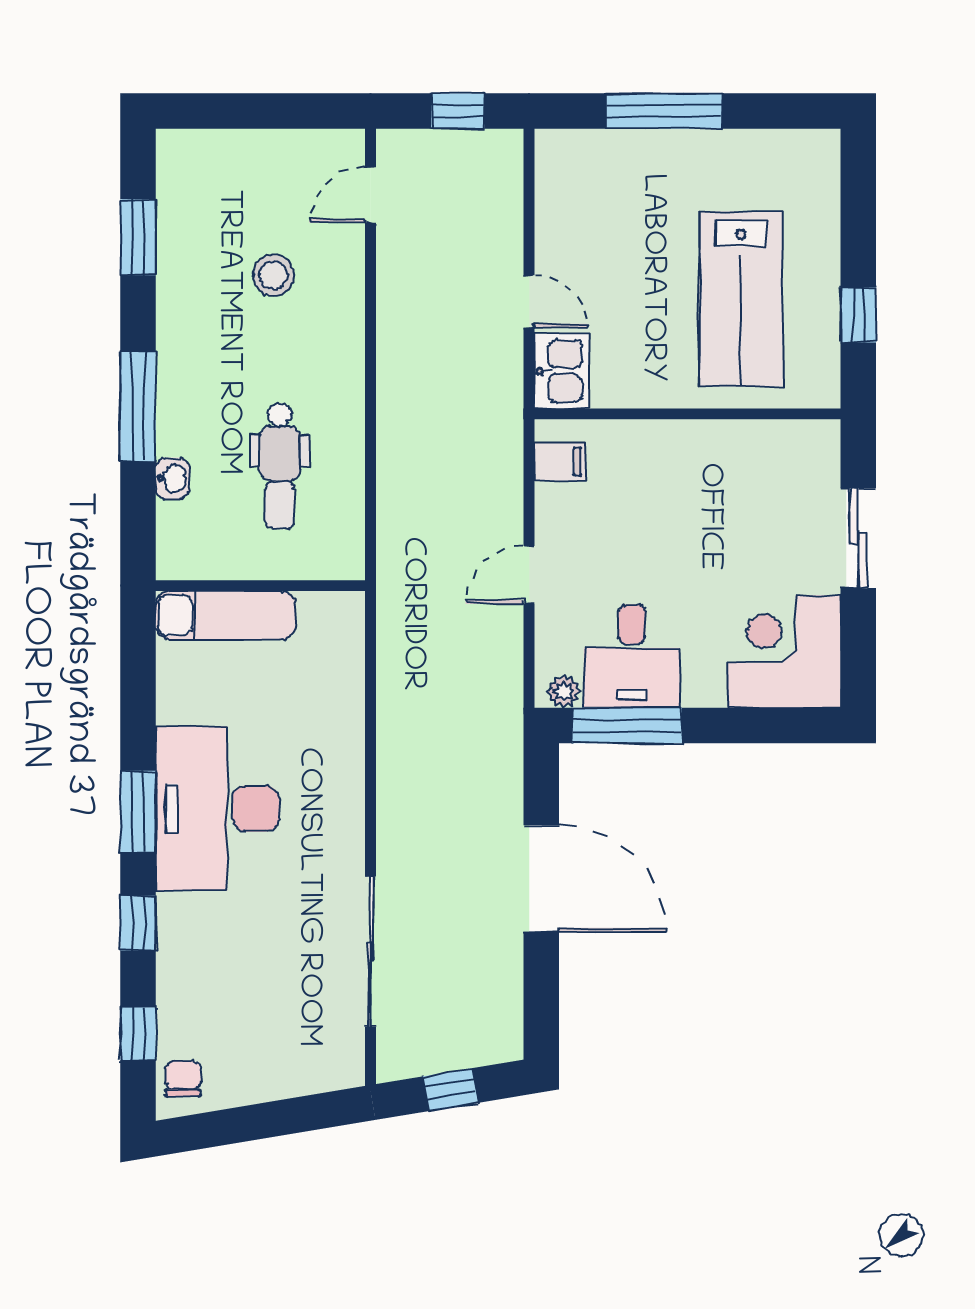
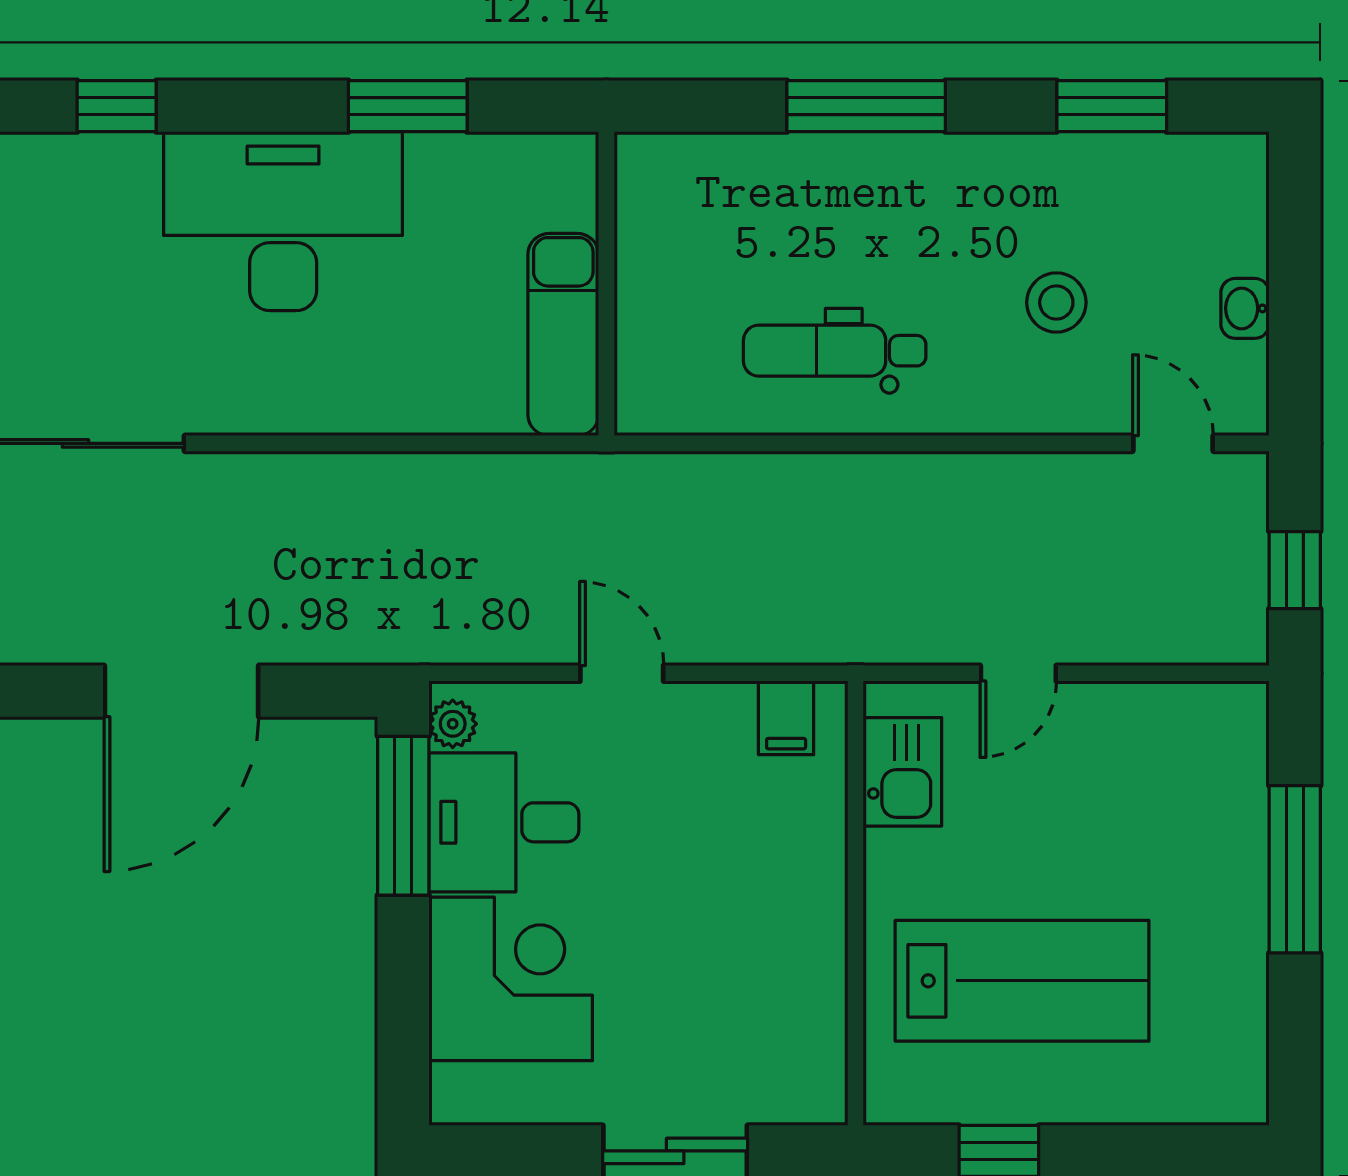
lab bench: (741, 299) -> (1022, 981), turned 180
kitchen sink: (561, 371) -> (902, 772), moved, turned -90
dental chair: (280, 466) -> (835, 351), moved
washbasin: (172, 478) -> (1245, 308), moved, turned 90
exam couch: (225, 615) -> (563, 335), moved
corner desk: (784, 652) -> (511, 979), moved
window: (138, 812) -> (408, 106), moved

